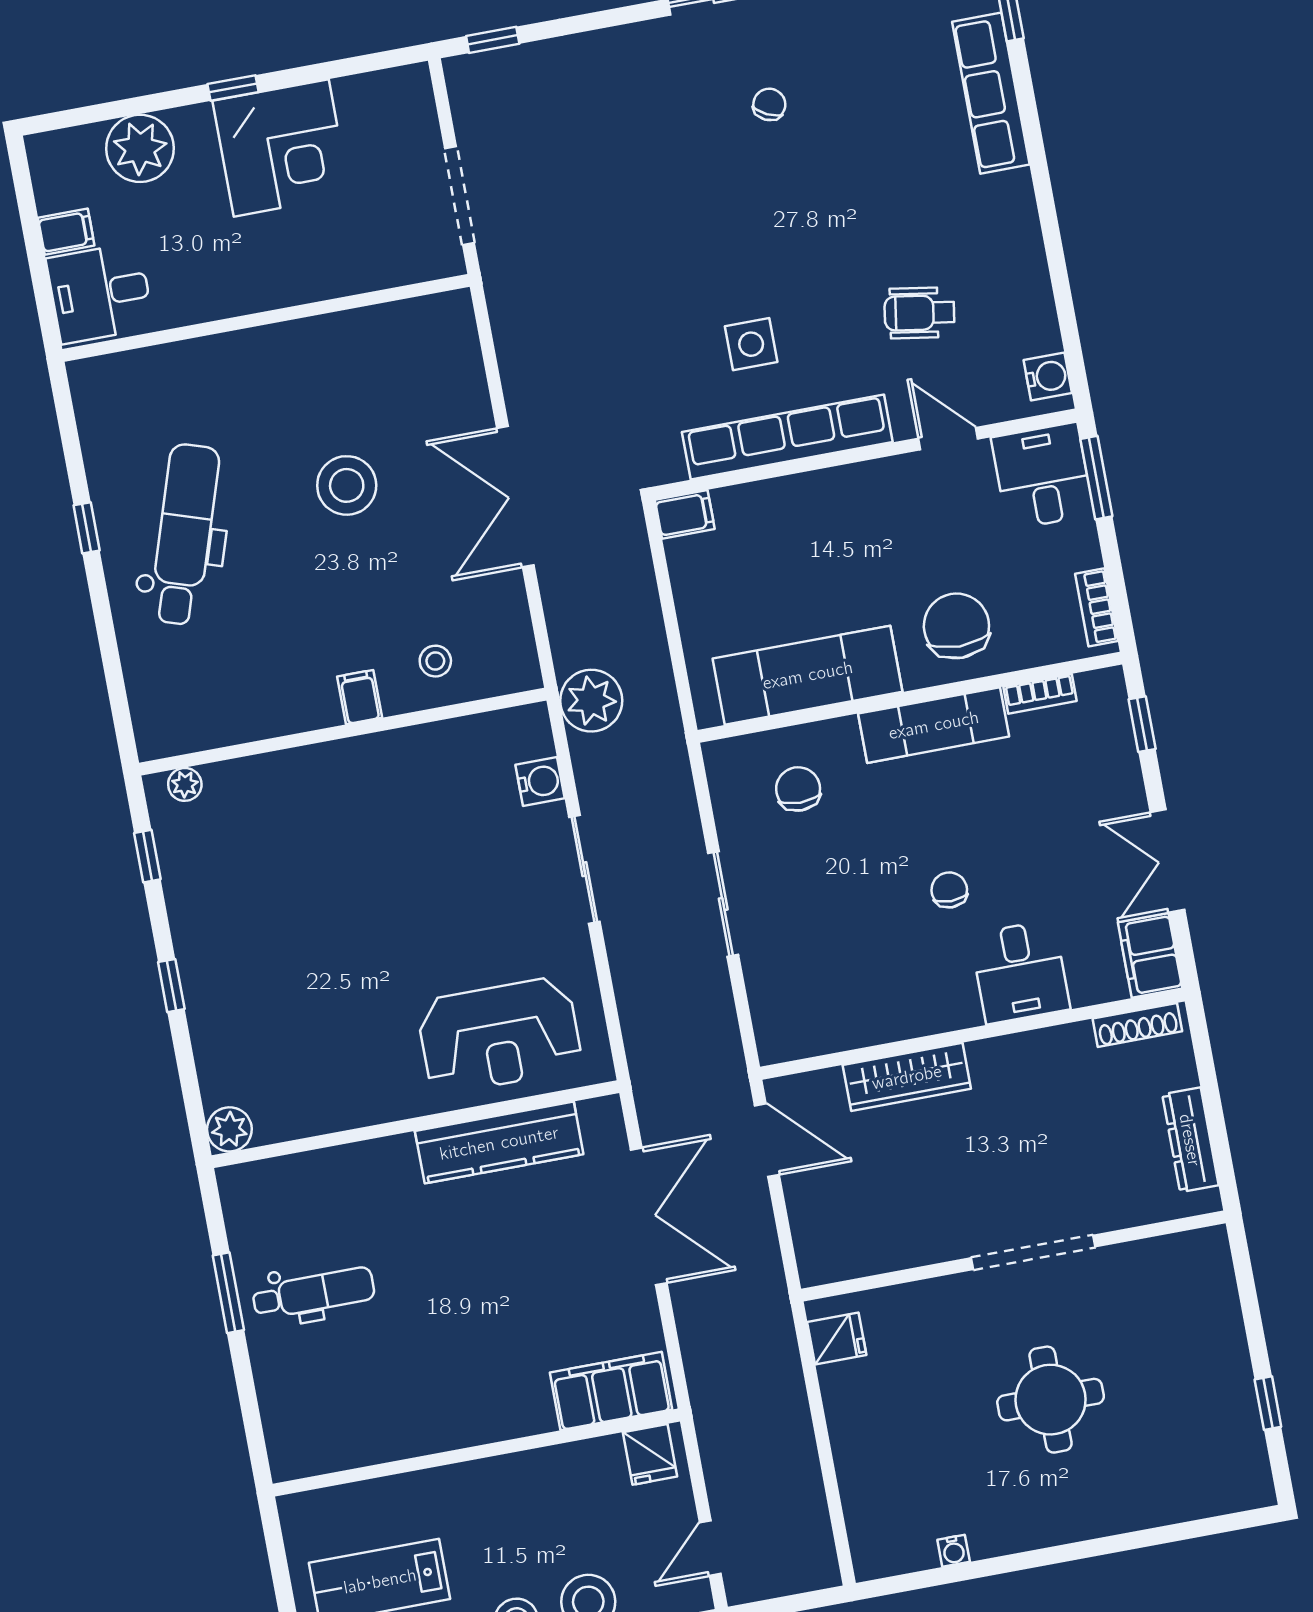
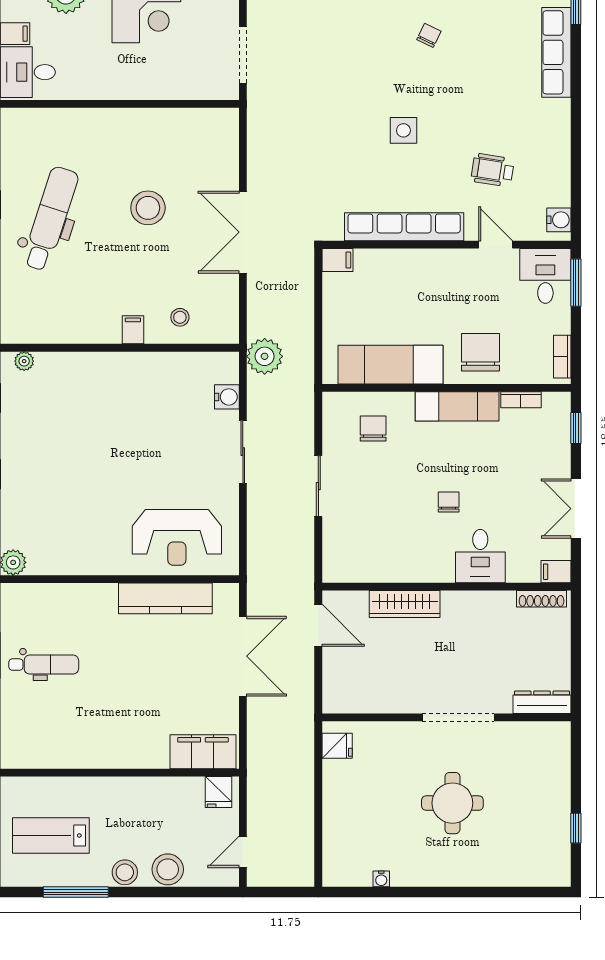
side table: (751, 344) -> (403, 130), moved
filing cabinet: (1150, 955) -> (556, 572), width x0.50
dresser: (1190, 1140) -> (542, 702), moved, turned 90

